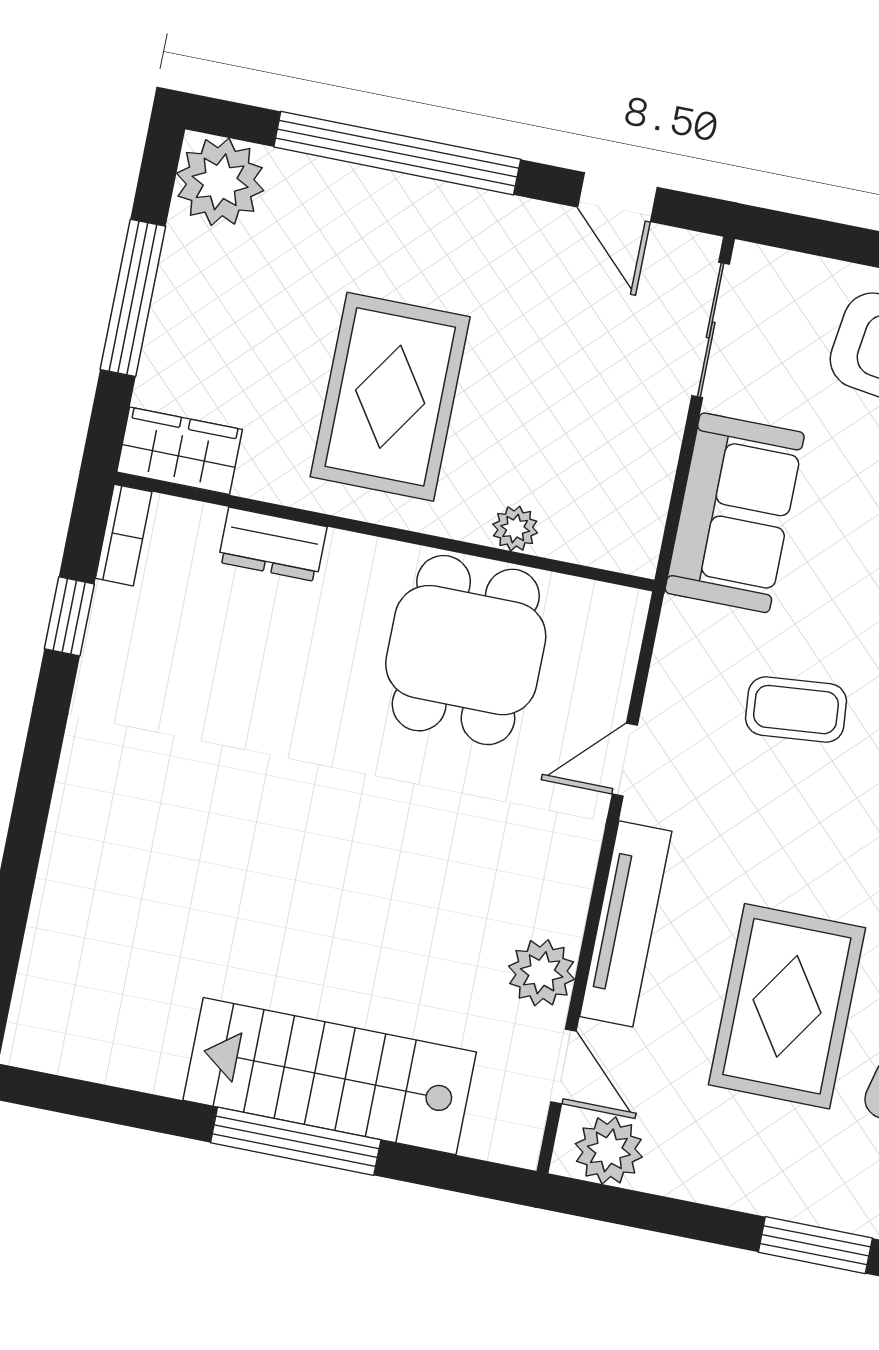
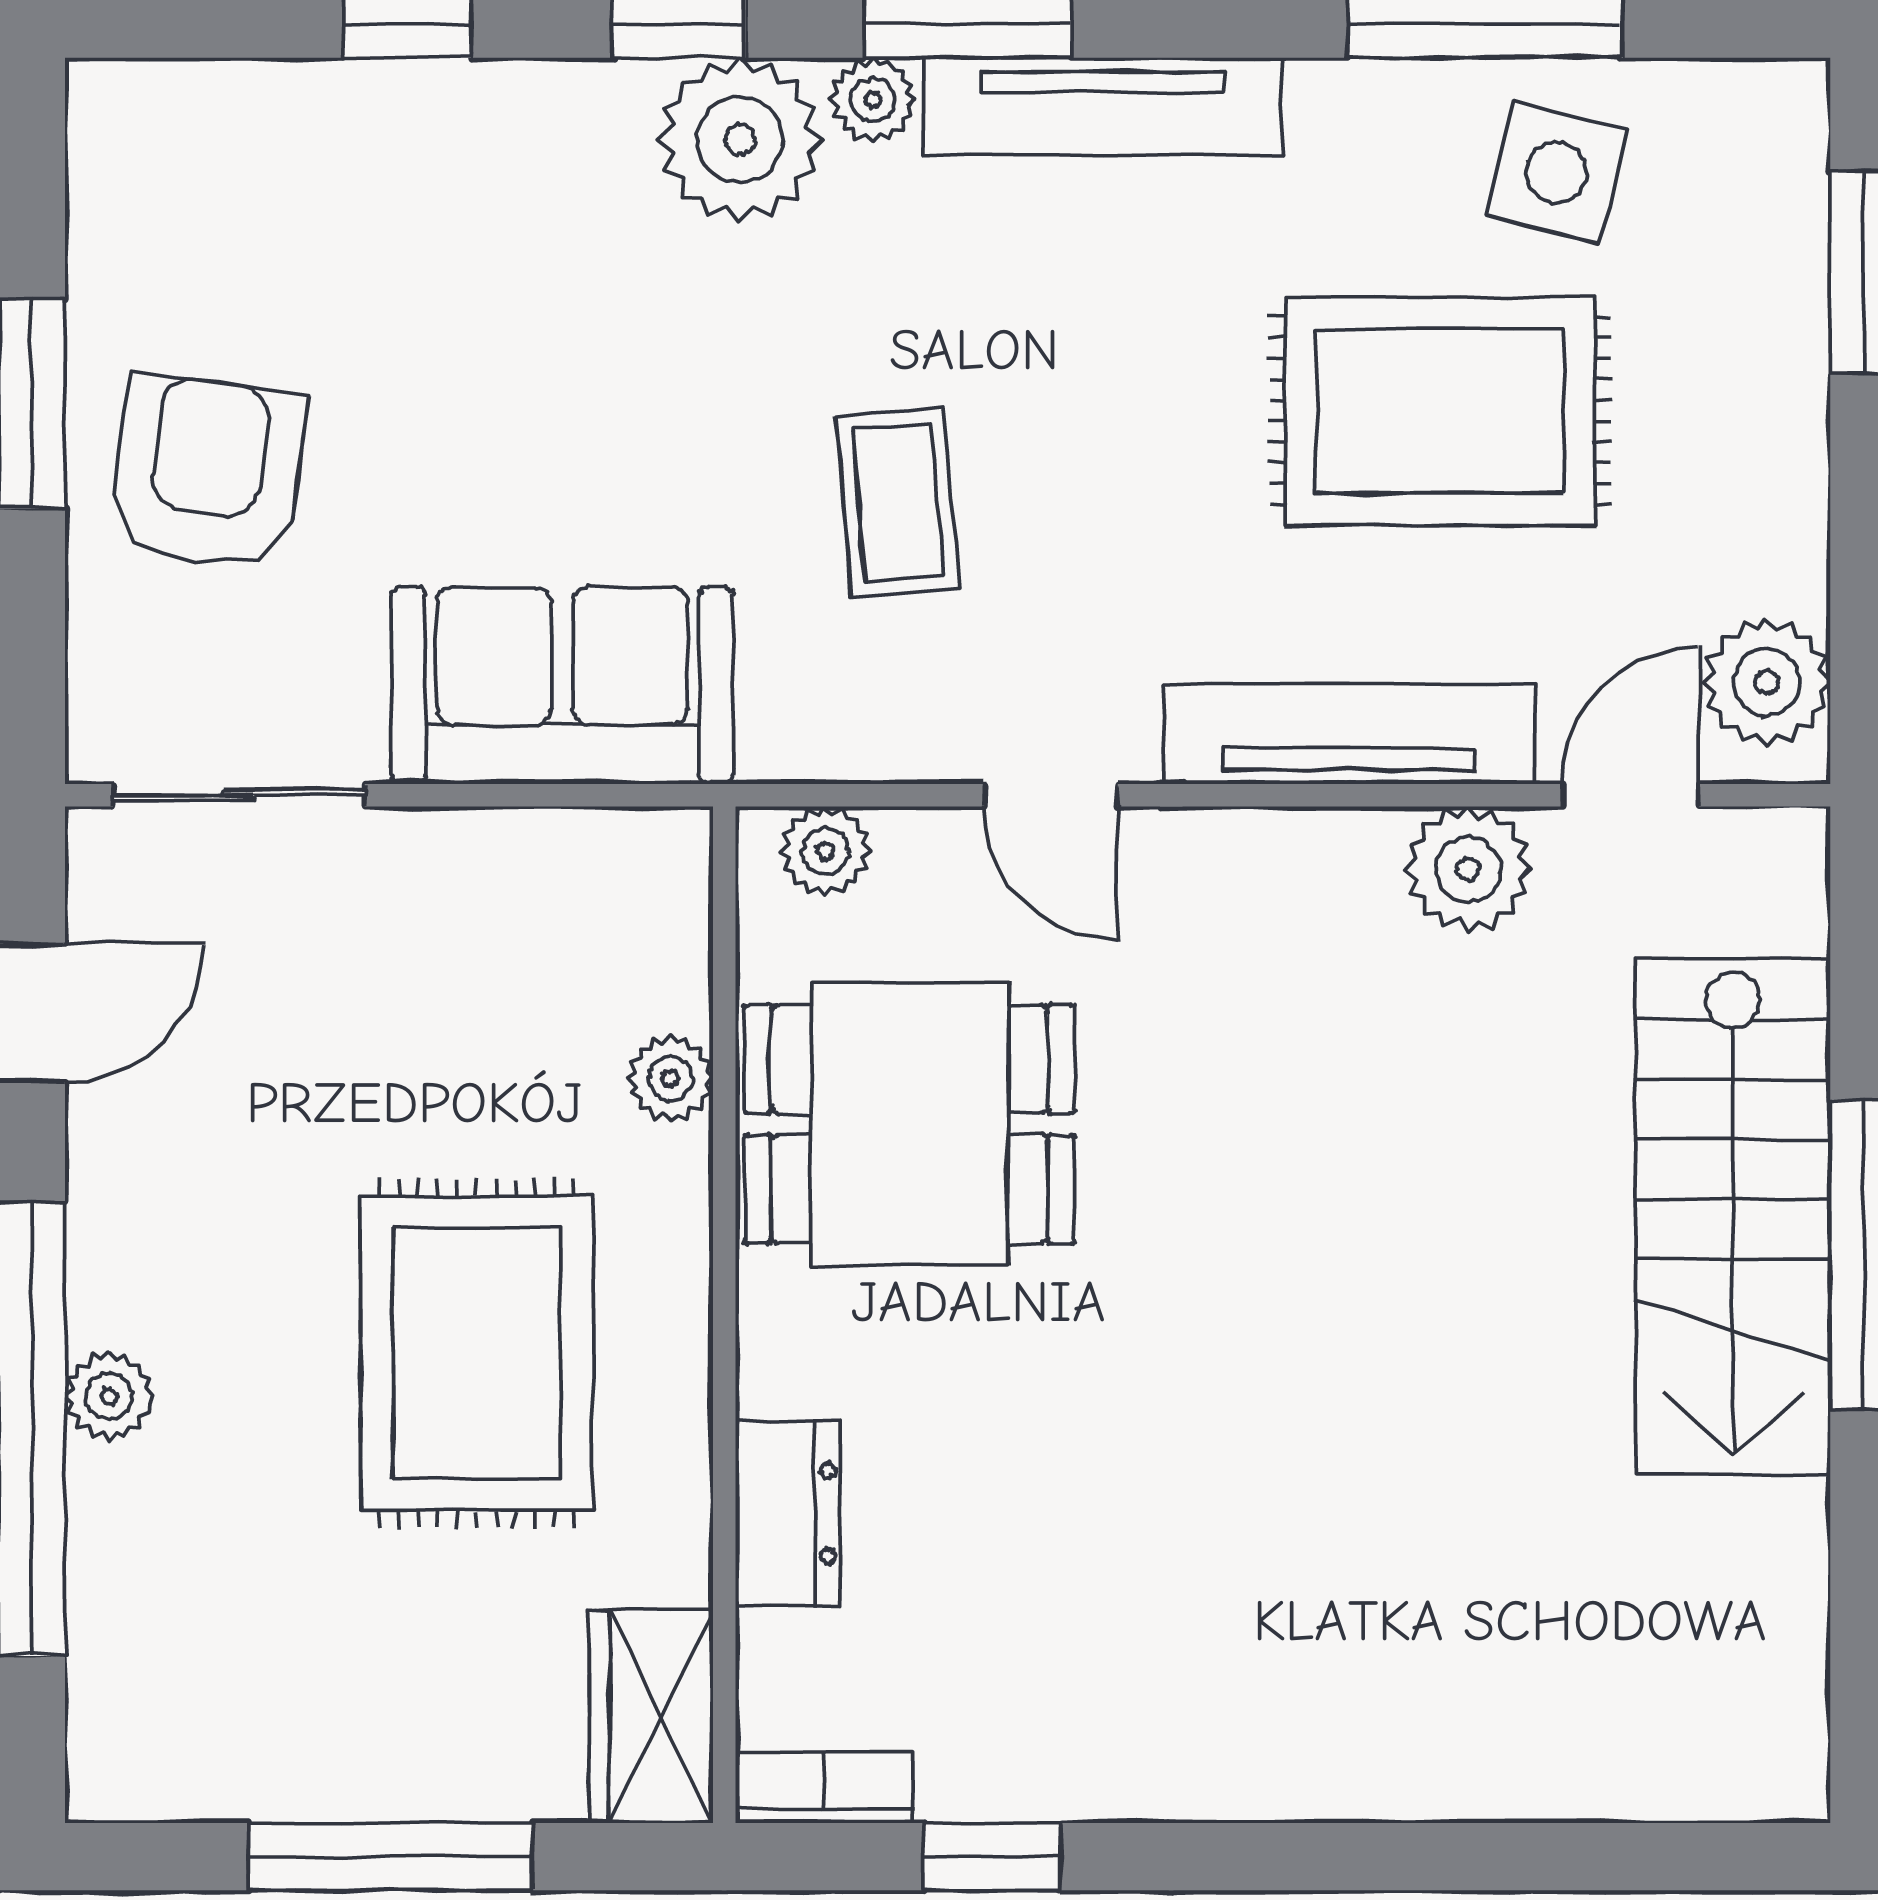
plant: (220, 182) -> (109, 1396), moved, width x0.53, depth x0.53
rug: (390, 397) -> (477, 1353), turned 90
plant: (619, 634) -> (825, 851), added

